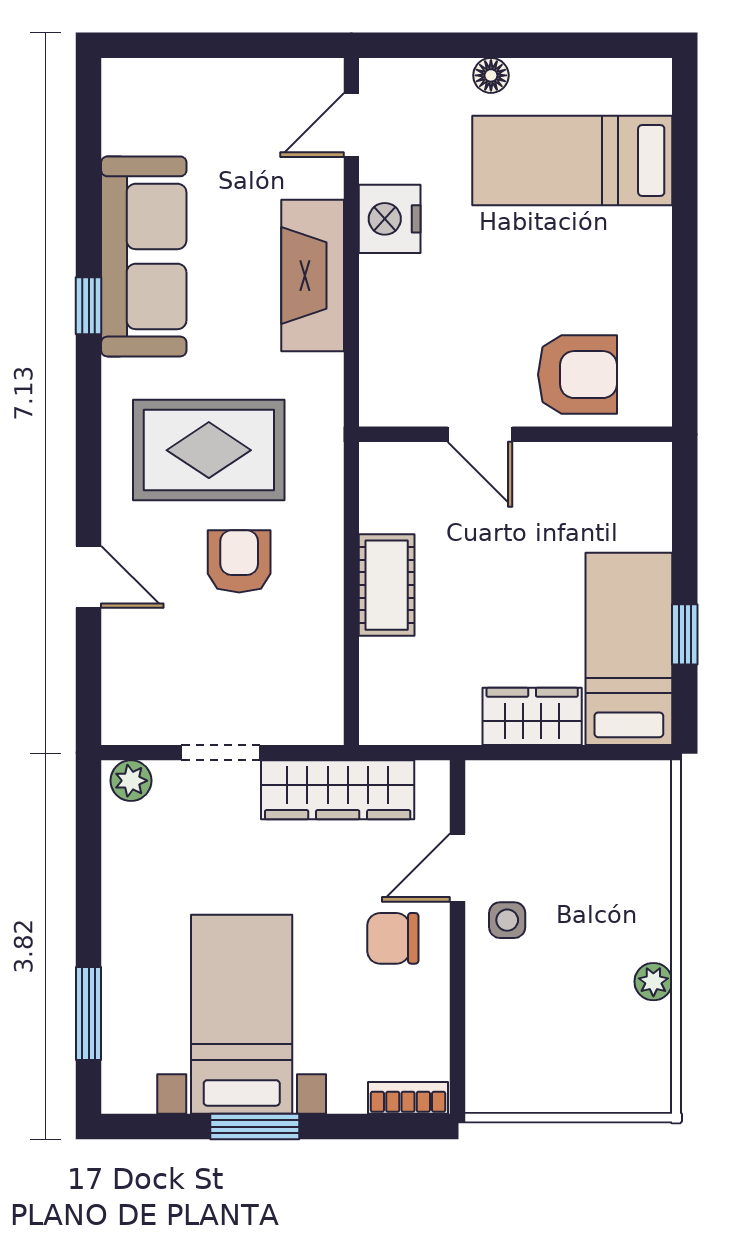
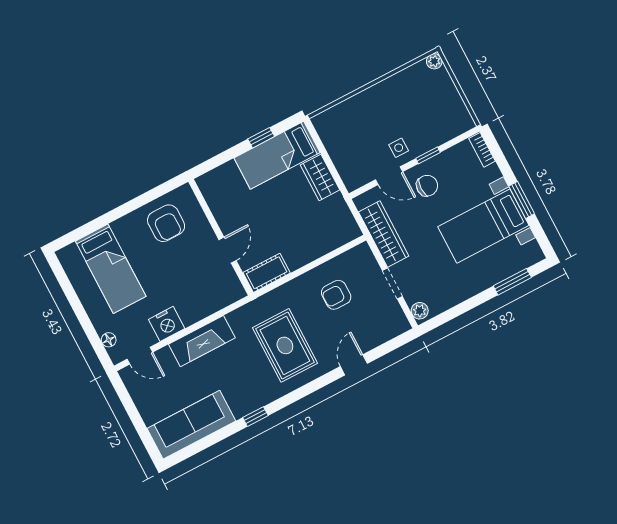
floor lamp: (491, 75) -> (109, 340), moved
sofa: (144, 256) -> (191, 425), moved
armchair: (577, 375) -> (166, 223), moved, turned 180
armchair: (239, 561) -> (336, 295), moved
cot: (387, 585) -> (267, 273), moved
chair: (393, 938) -> (427, 186), turned -90
window: (457, 975) -> (428, 155), added
plant: (653, 982) -> (434, 61), moved

